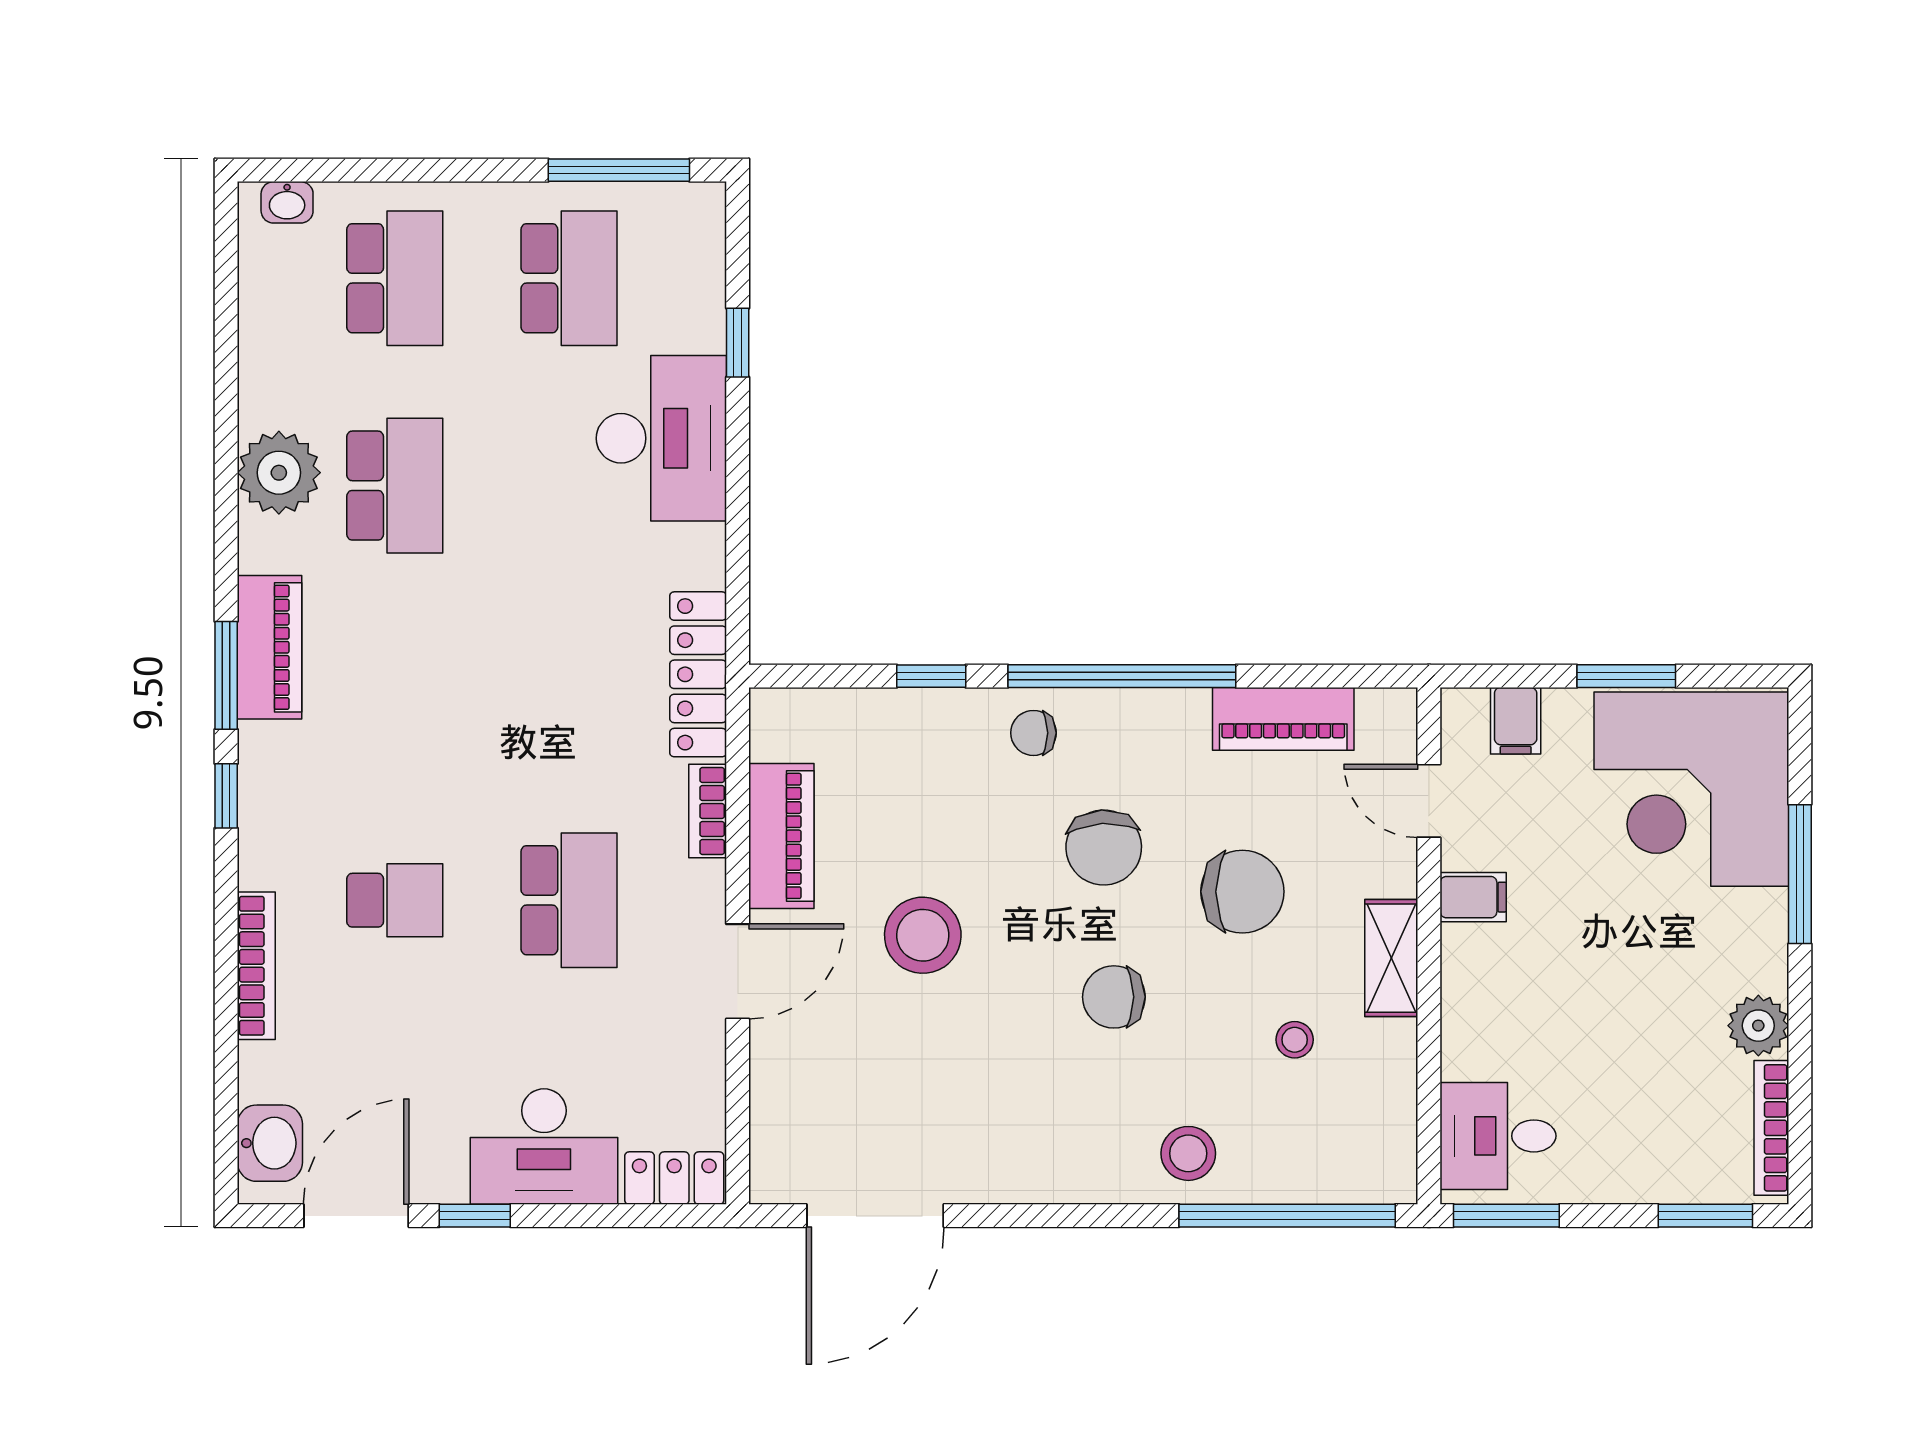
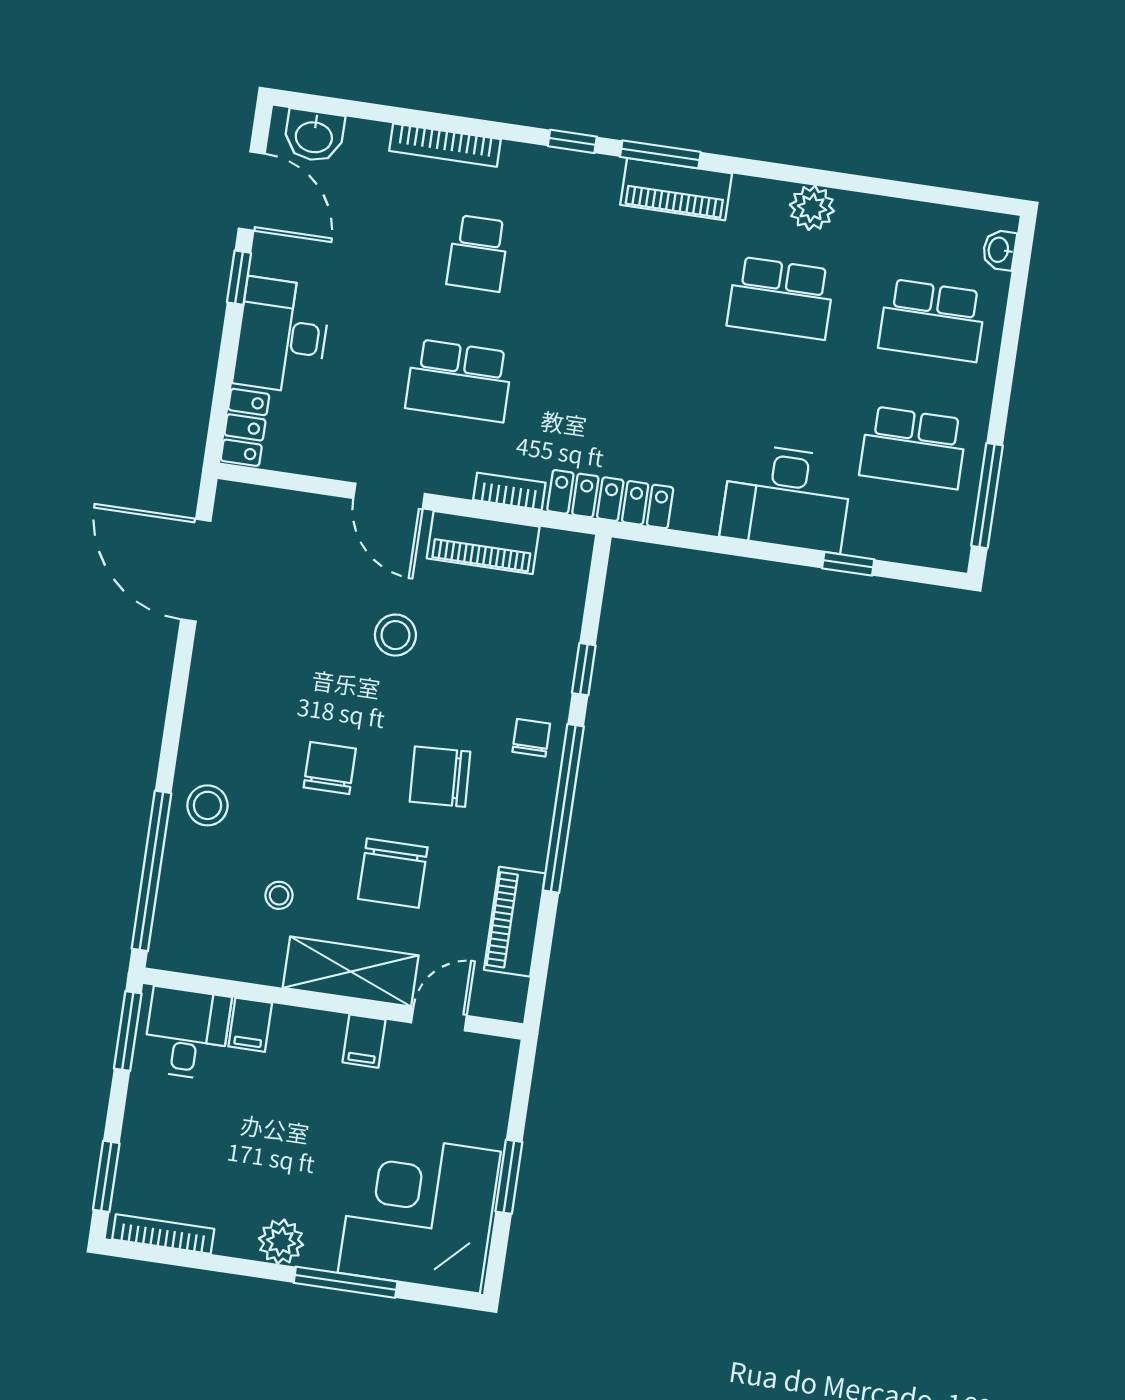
plant: (279, 473) -> (812, 208), width x0.73, depth x0.73
filing cabinet: (1516, 721) -> (250, 1025), moved, turned -90
stool: (923, 935) -> (395, 635), width x0.73, depth x0.73
shelving: (1391, 958) -> (351, 972), width x1.50, depth x1.33
plant: (1758, 1026) -> (281, 1242), moved

